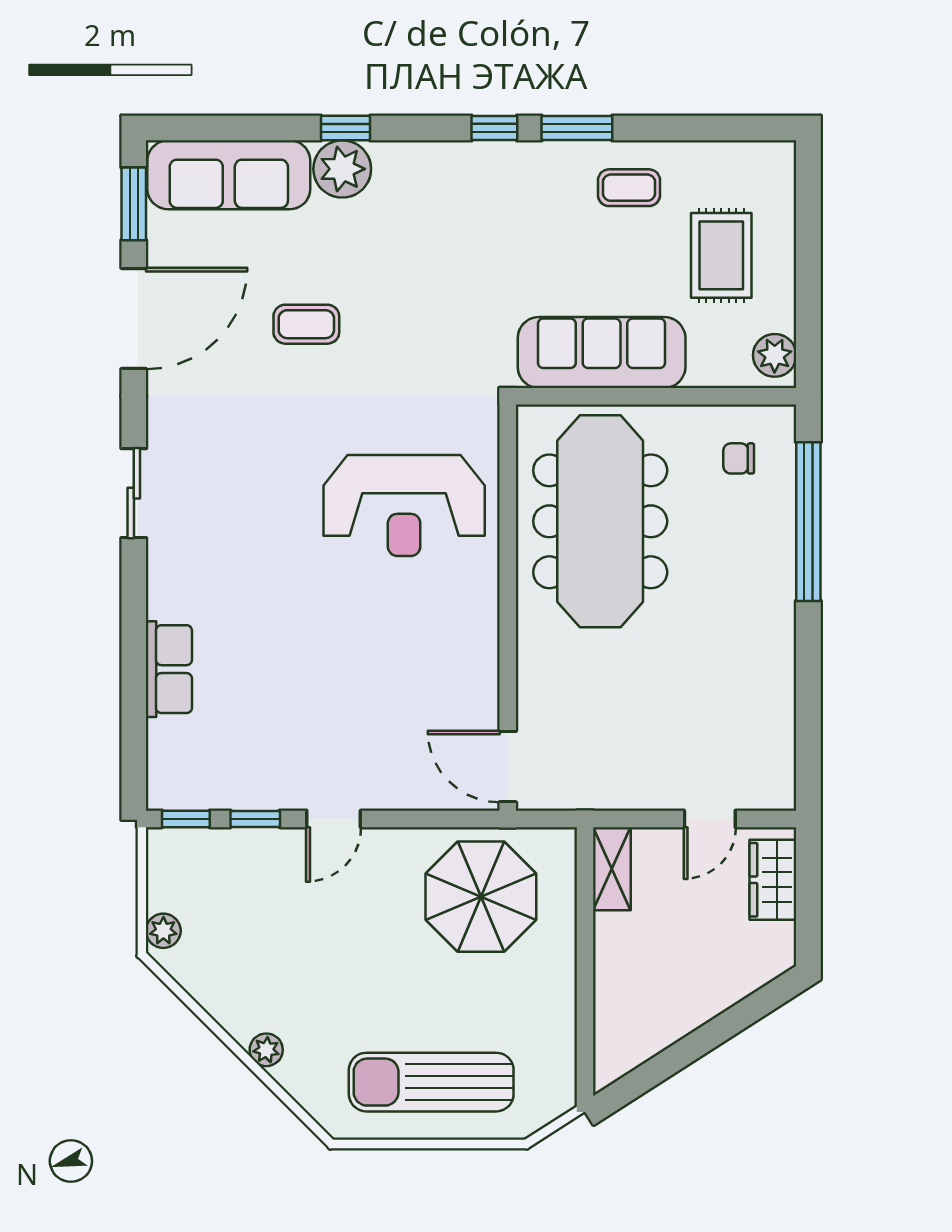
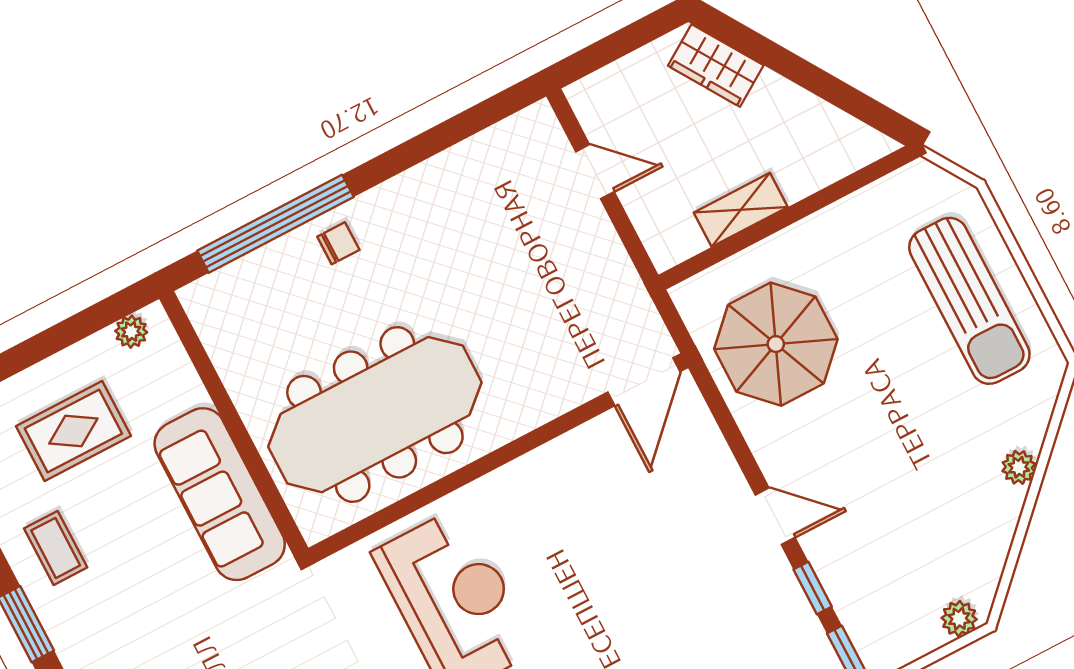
plant: (775, 355) -> (131, 332), width x0.73, depth x0.73
chair: (739, 458) -> (338, 243), moved, turned -90
shelving: (612, 869) -> (741, 210), moved
wardrobe: (773, 880) -> (716, 65), moved, turned 57

